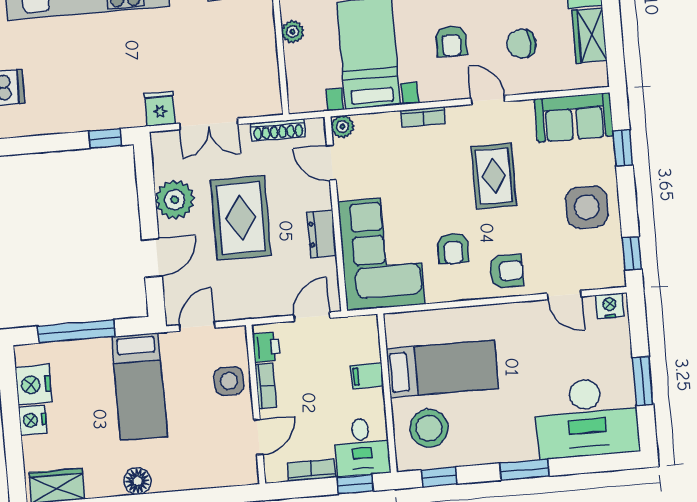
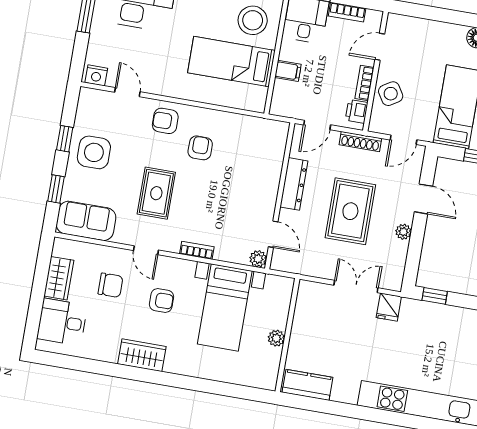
armchair: (451, 41) -> (162, 300), turned 90
shoe rack: (278, 130) -> (360, 142), moved, turned 180
plant: (175, 200) -> (403, 232), width x0.53, depth x0.53
dresser: (322, 234) -> (294, 184), width x1.44
corner sofa: (381, 253) -> (254, 158), removed
window: (632, 253) -> (65, 139), moved
door: (152, 258) -> (423, 199), swing flipped
side table: (229, 381) -> (391, 94), turned -32

